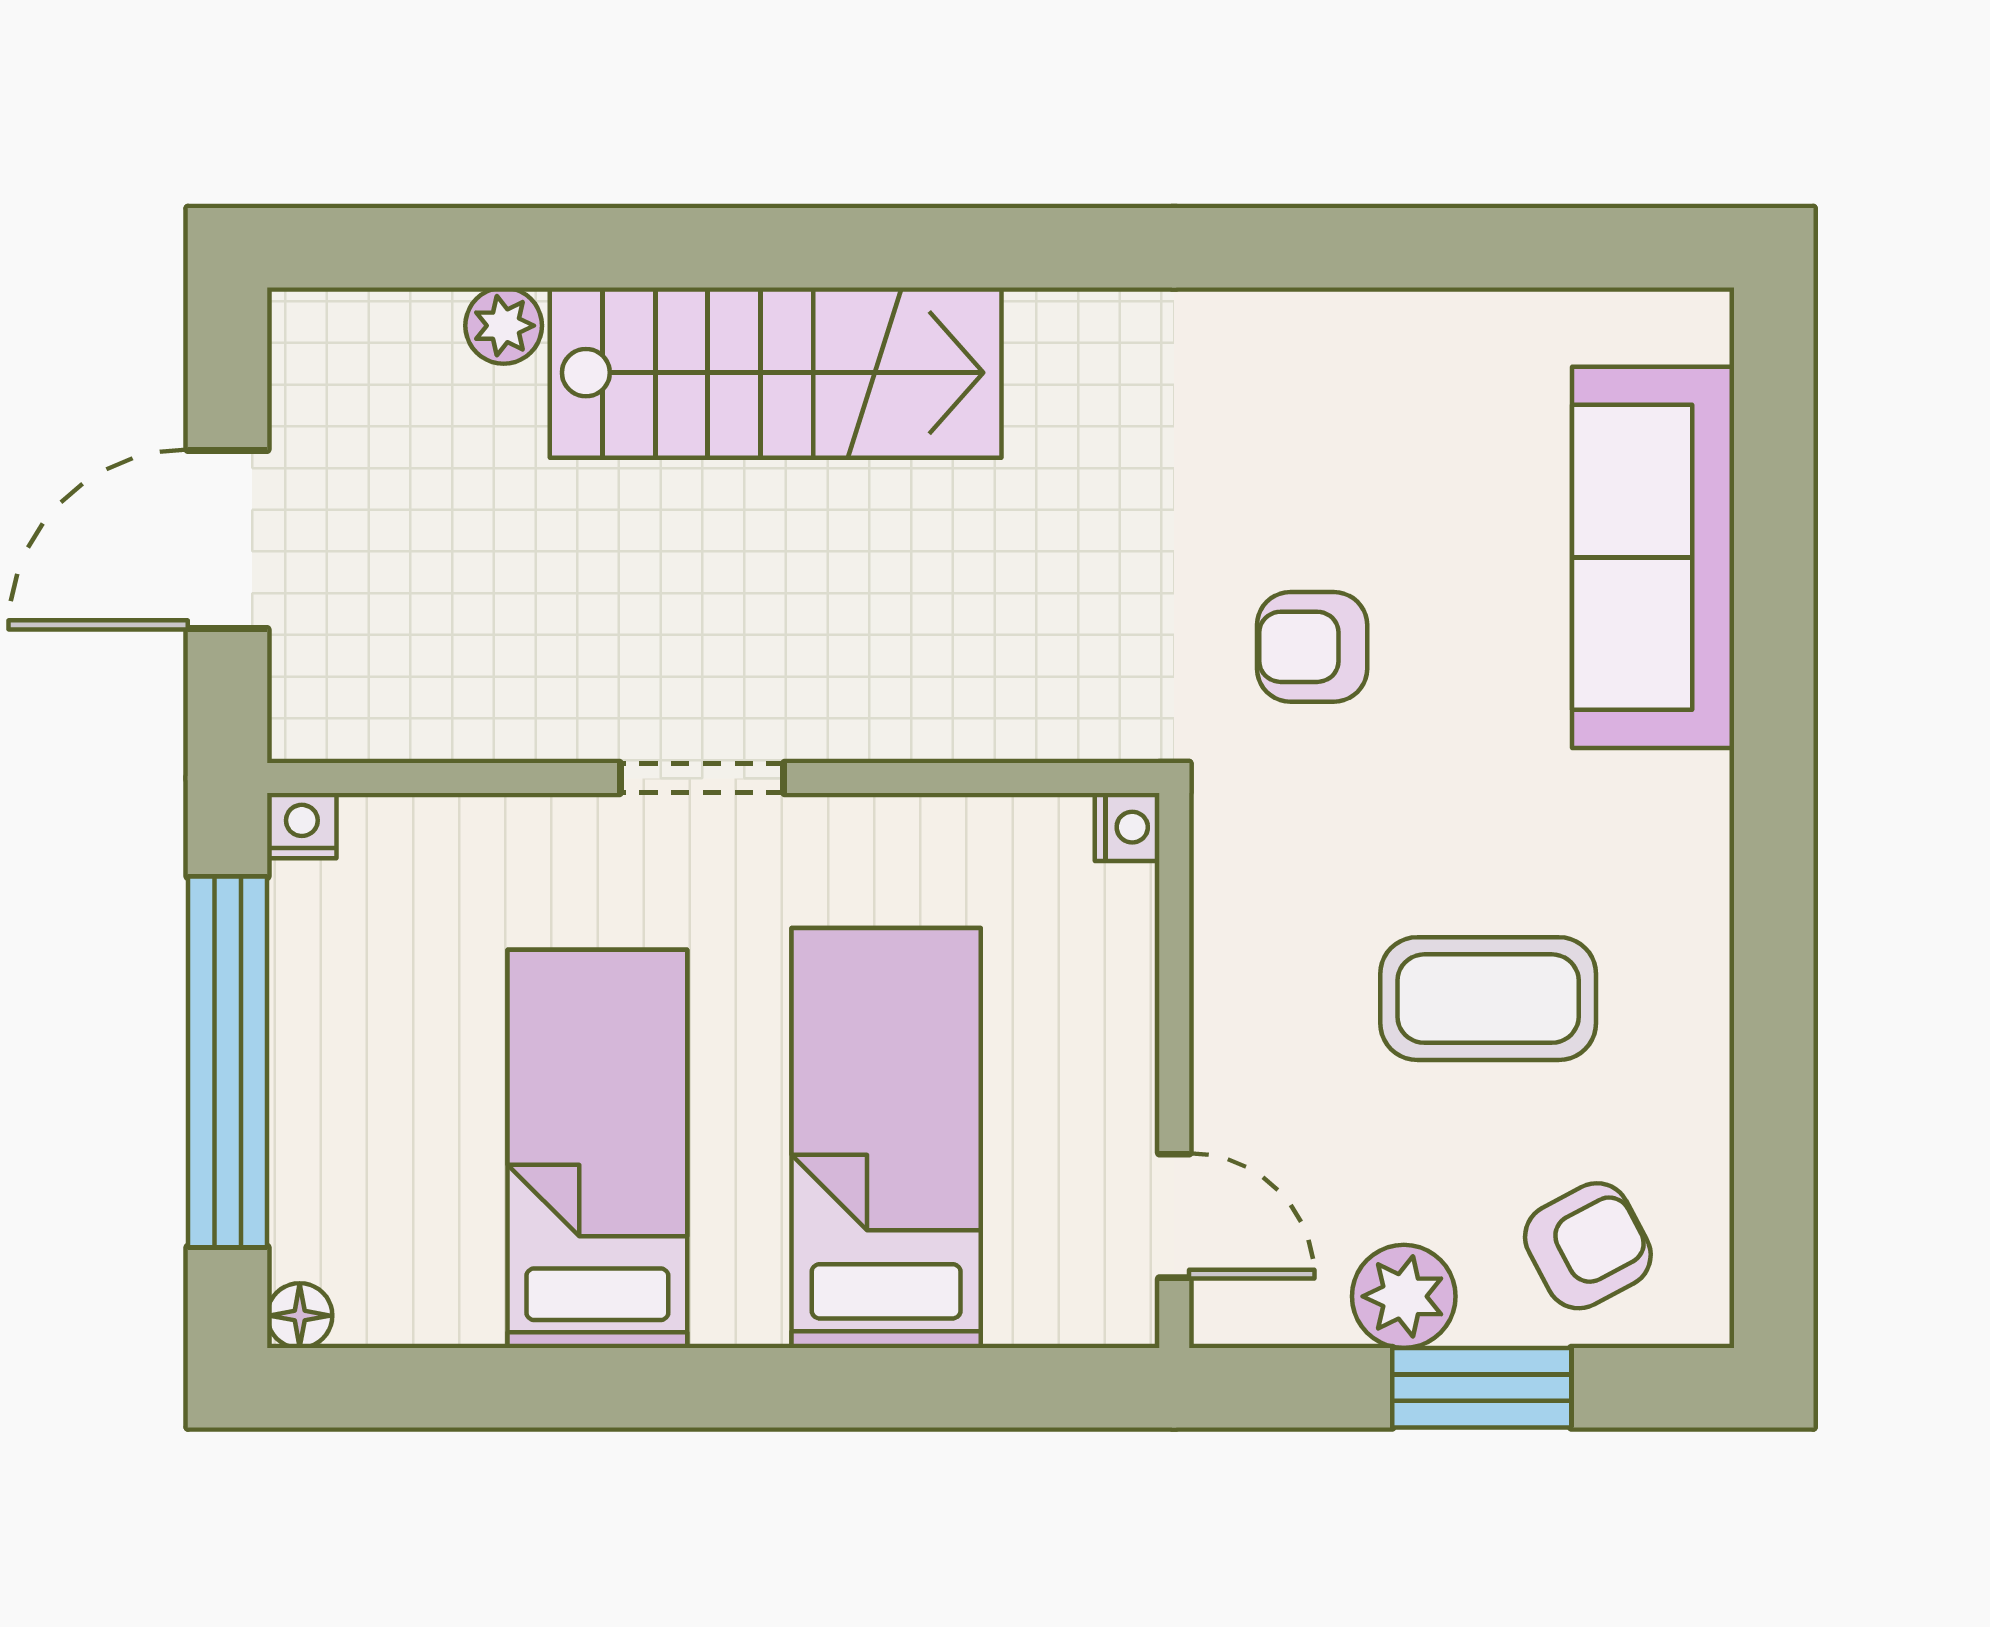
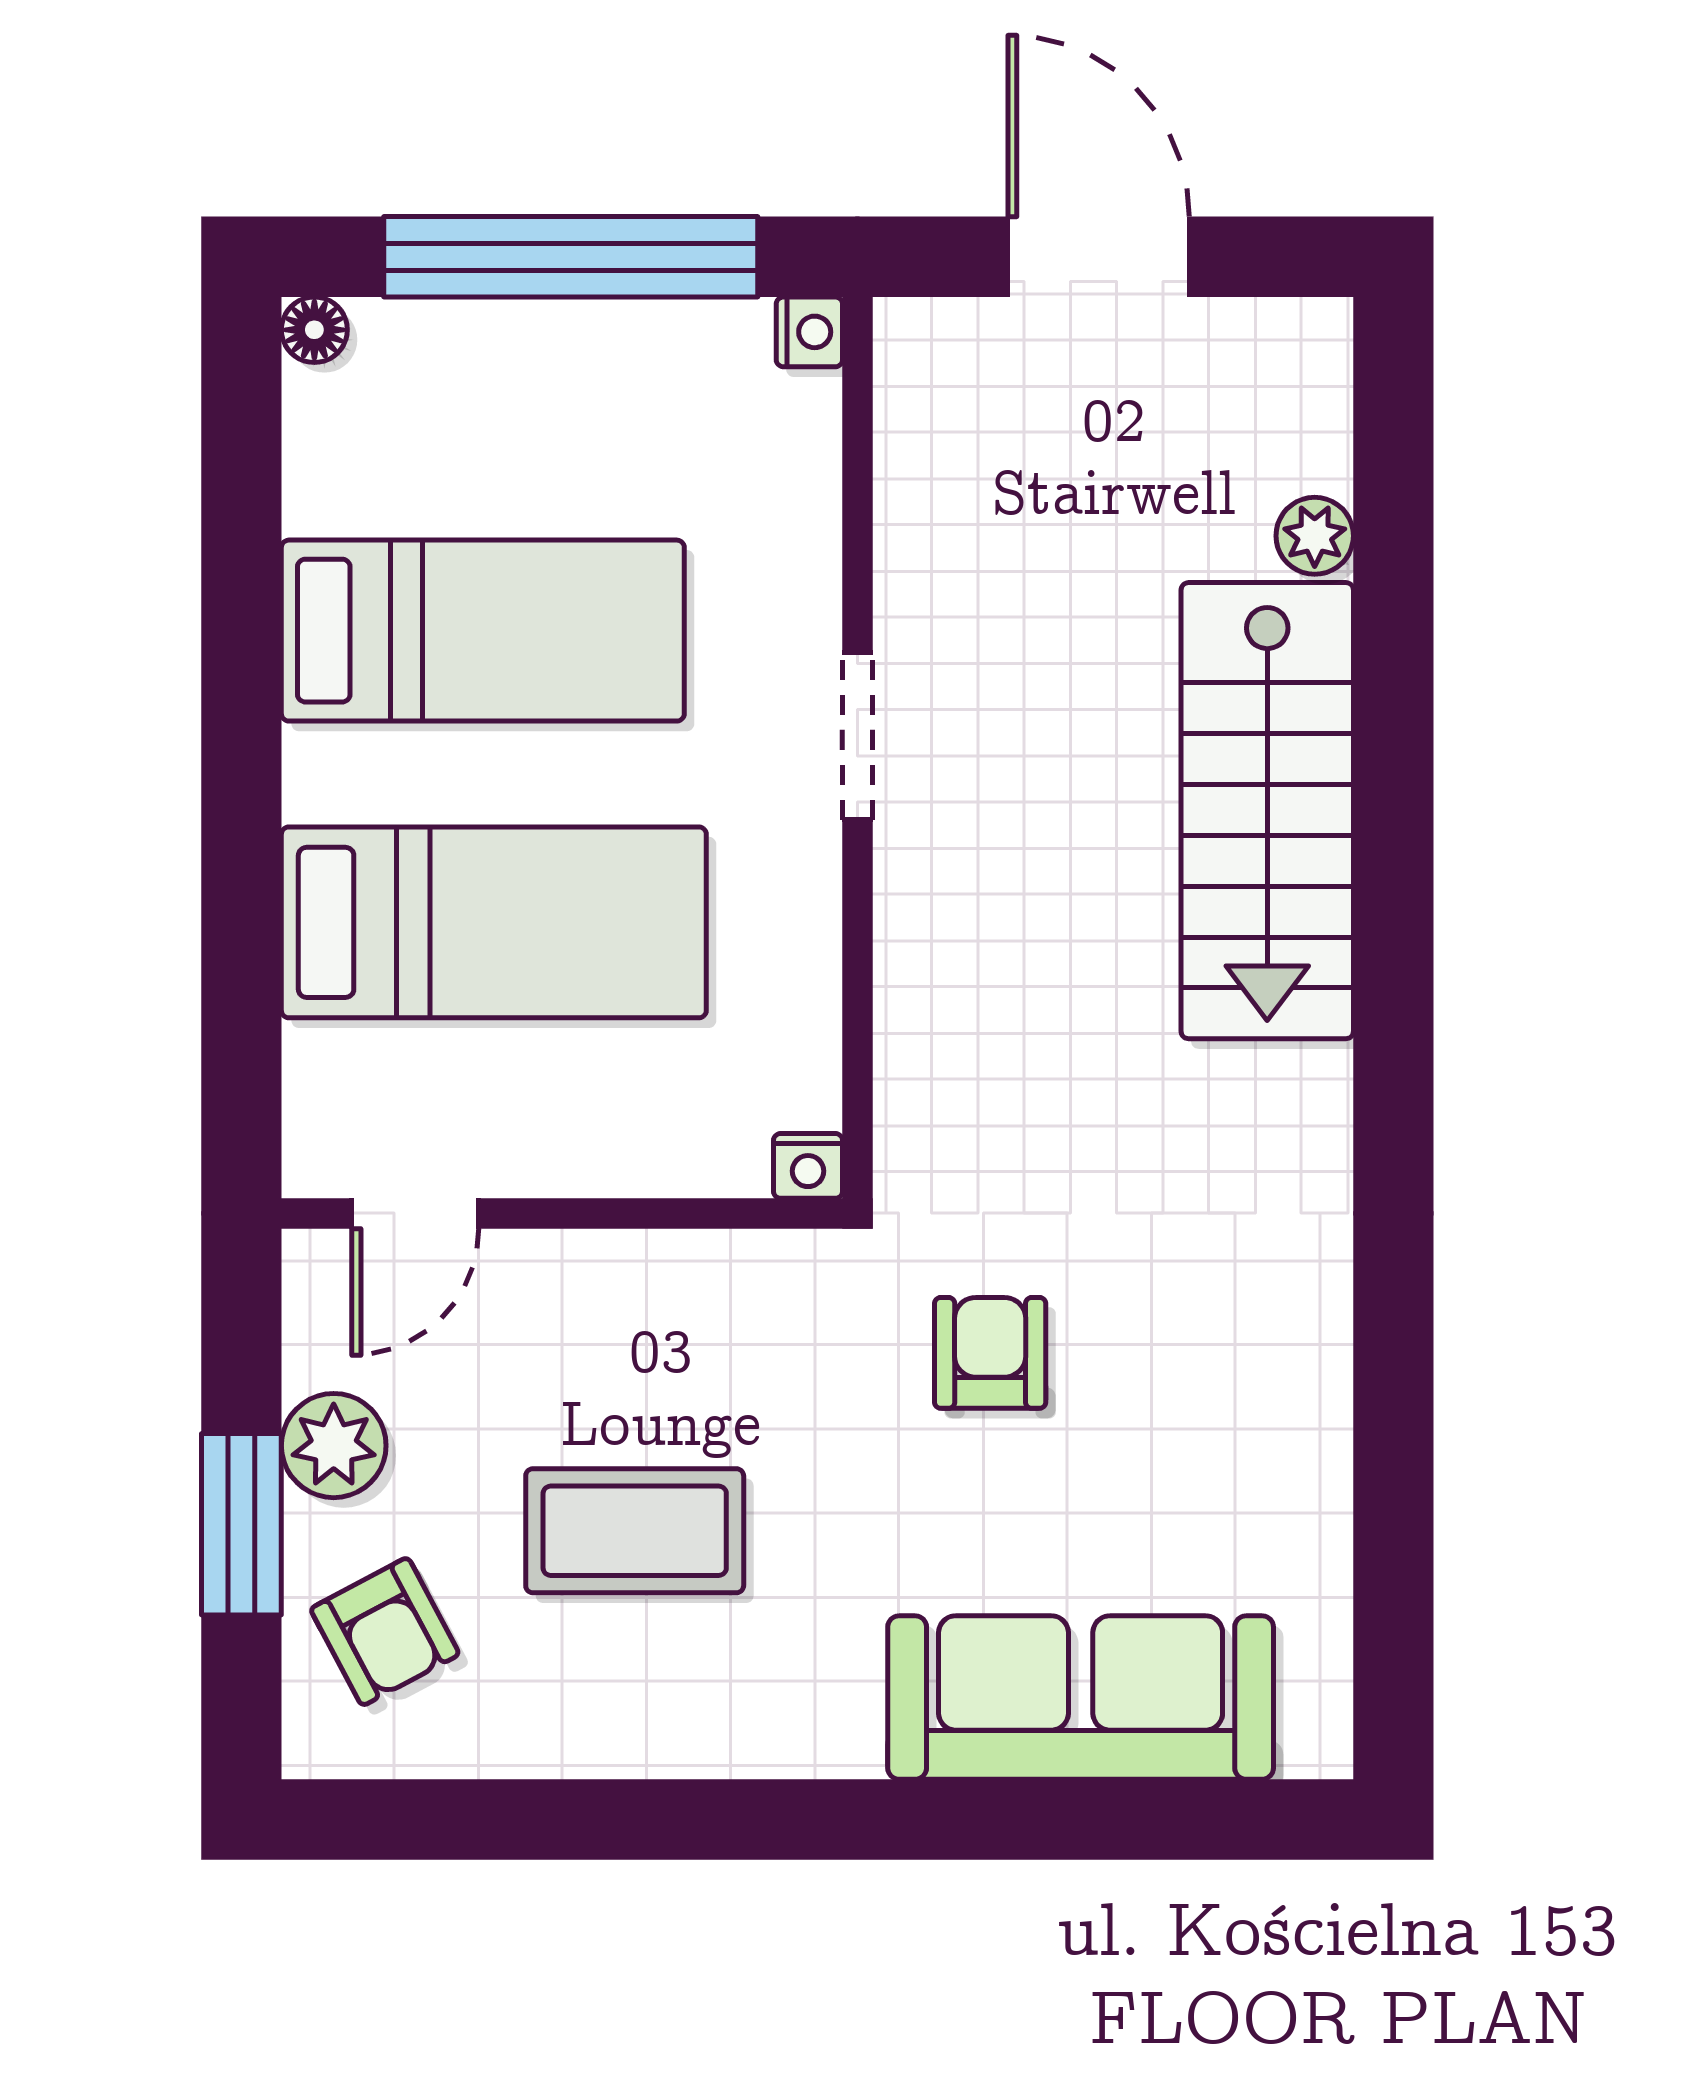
coffee table: (1488, 999) -> (635, 1531), turned 90

